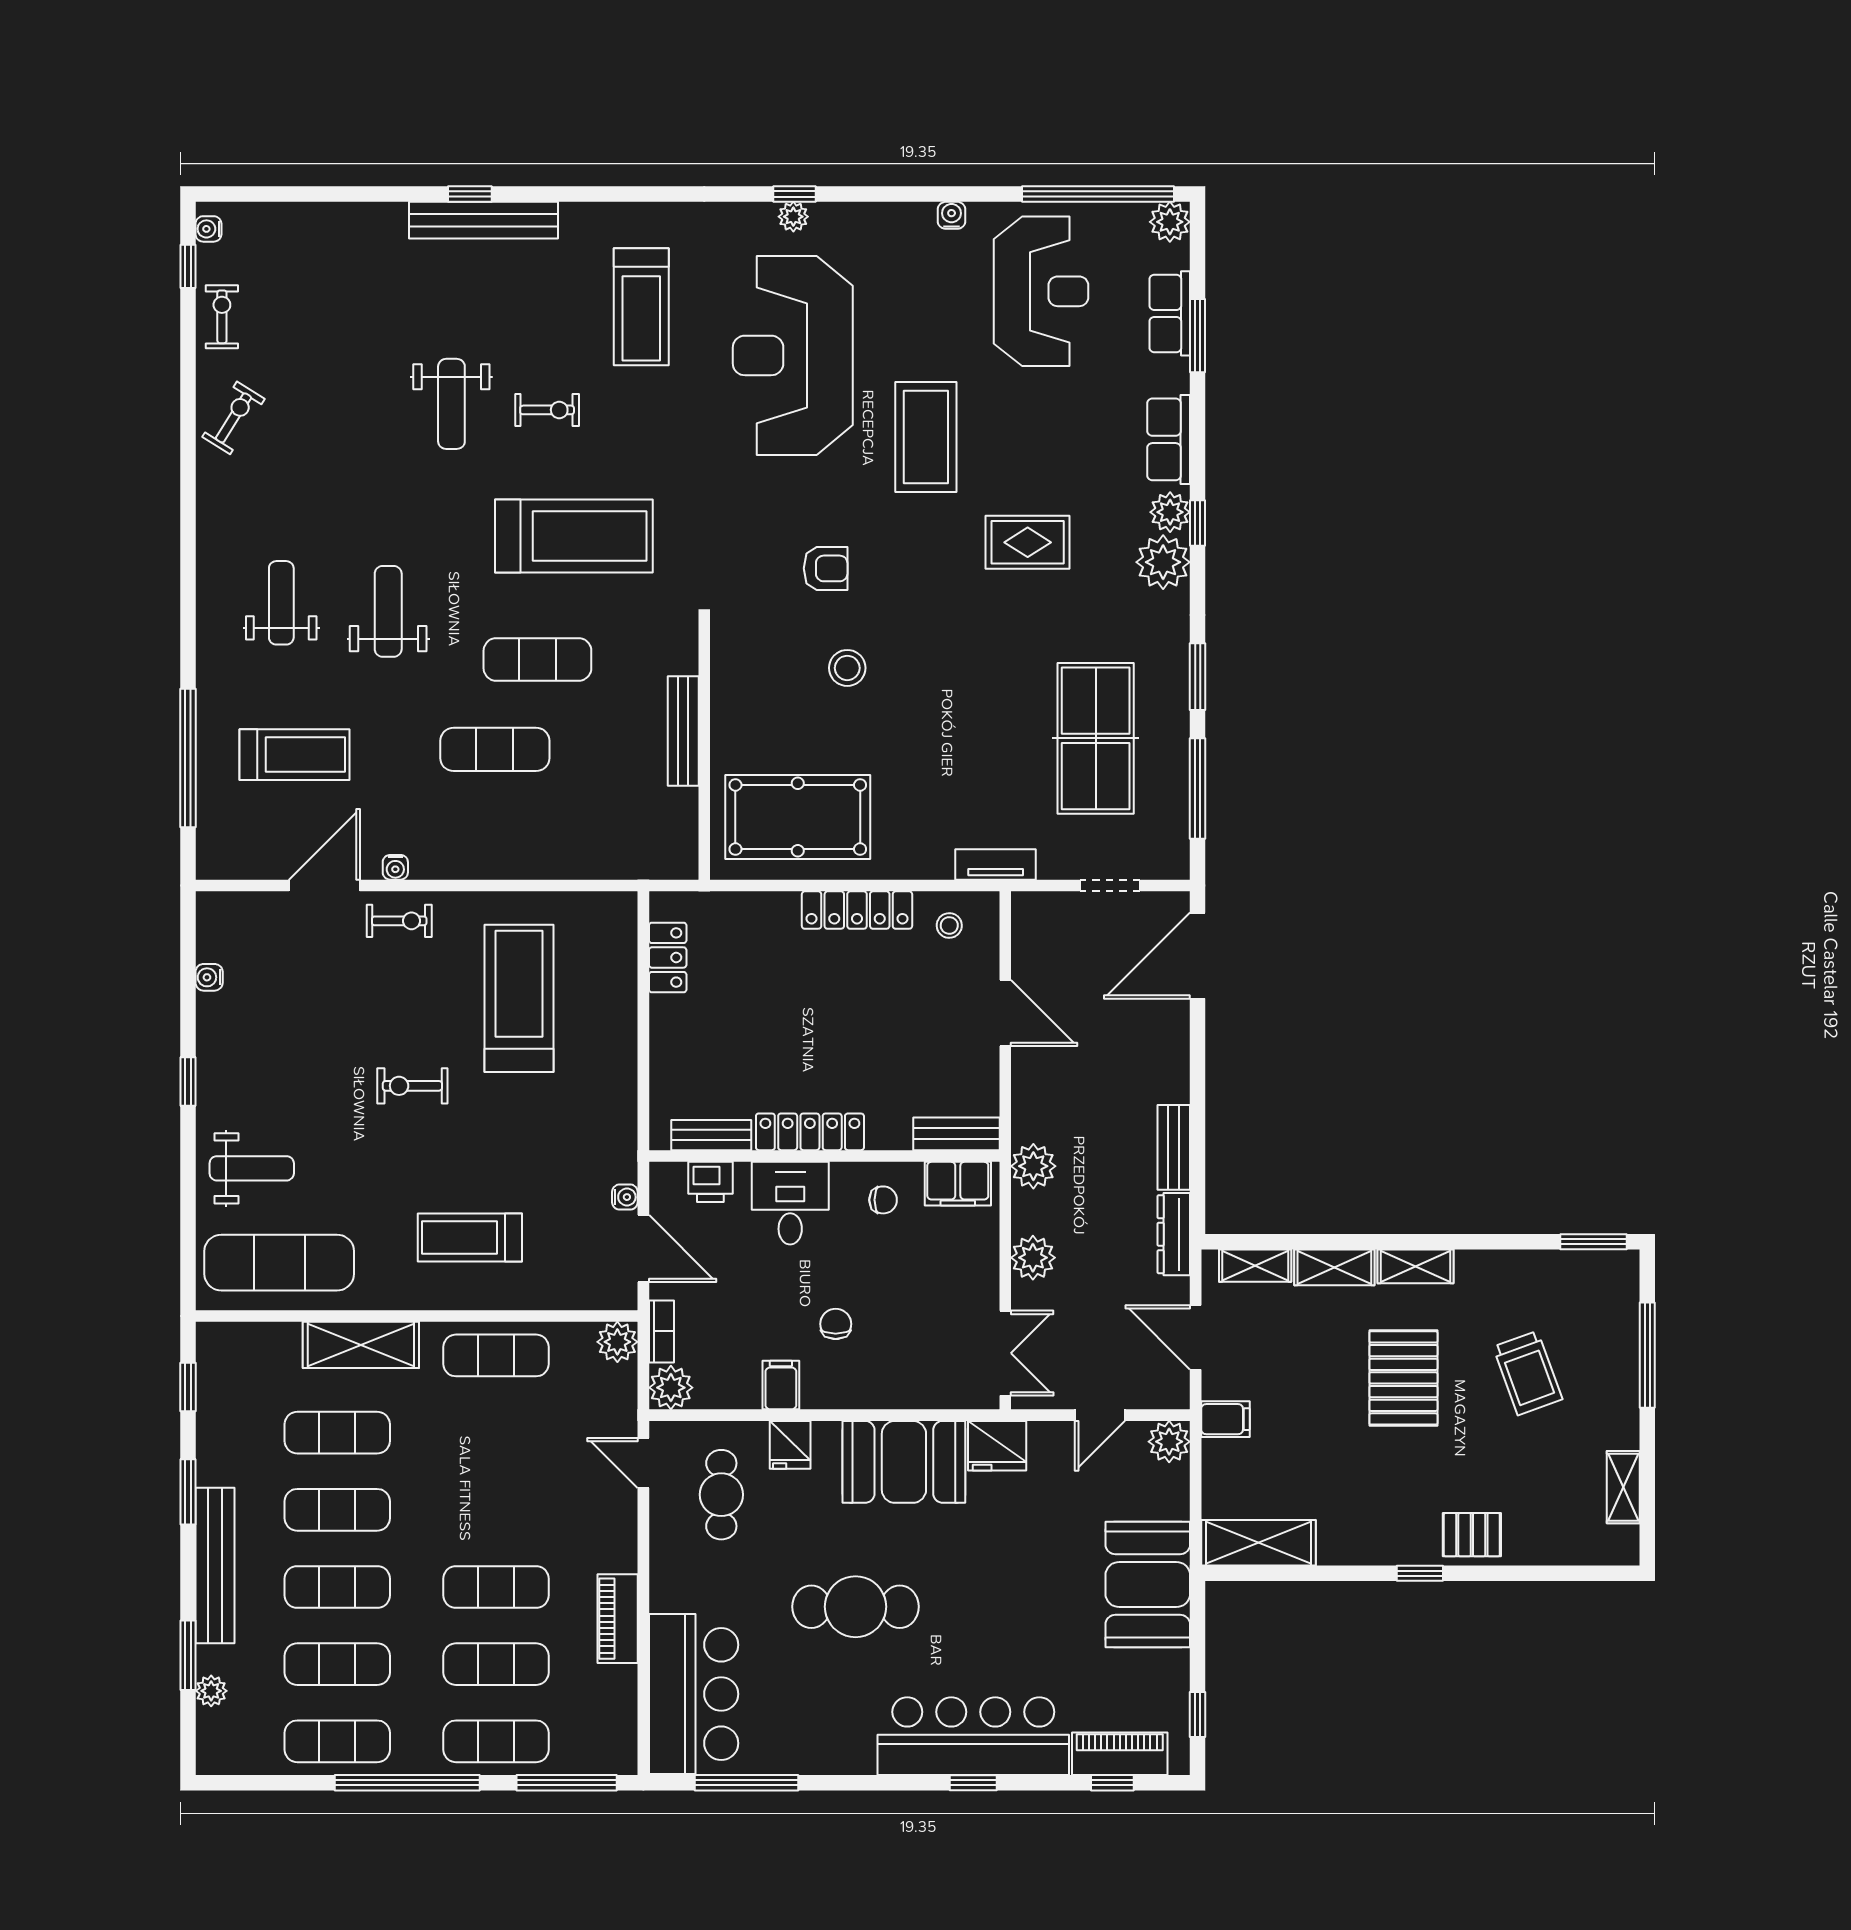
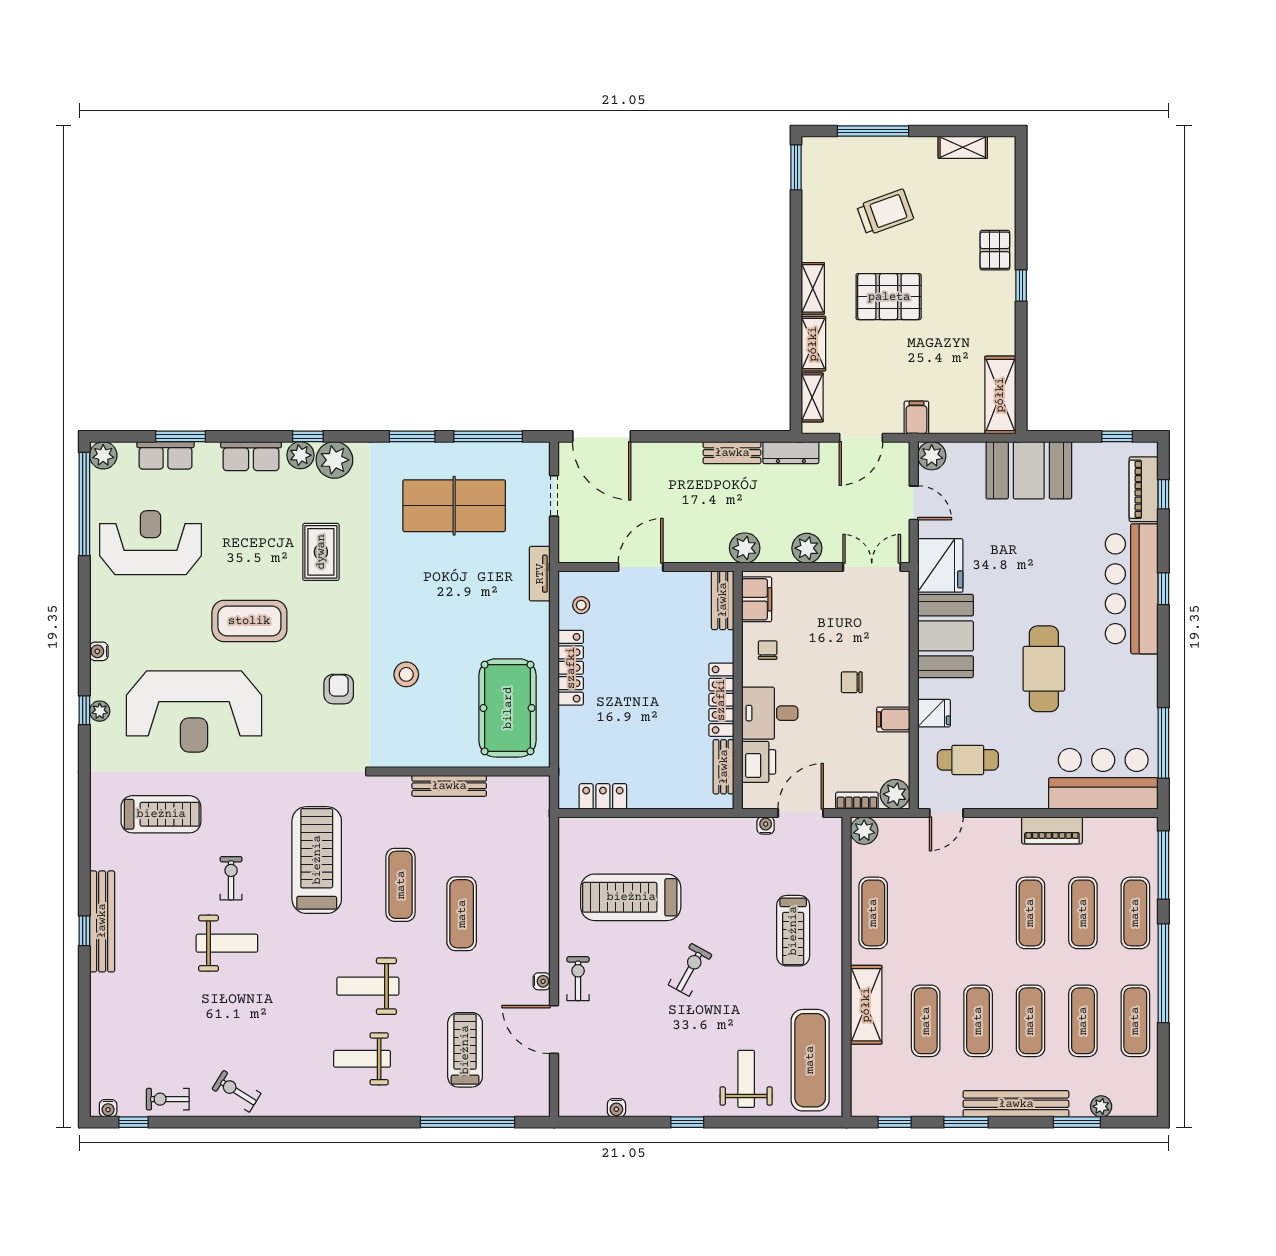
water cooler: (952, 215) -> (99, 651), moved
exercise bike: (412, 1086) -> (690, 970), turned -151
printer: (710, 1182) -> (759, 762), width x1.36, depth x1.24
fridge: (997, 1446) -> (940, 565), width x1.36, depth x1.34

